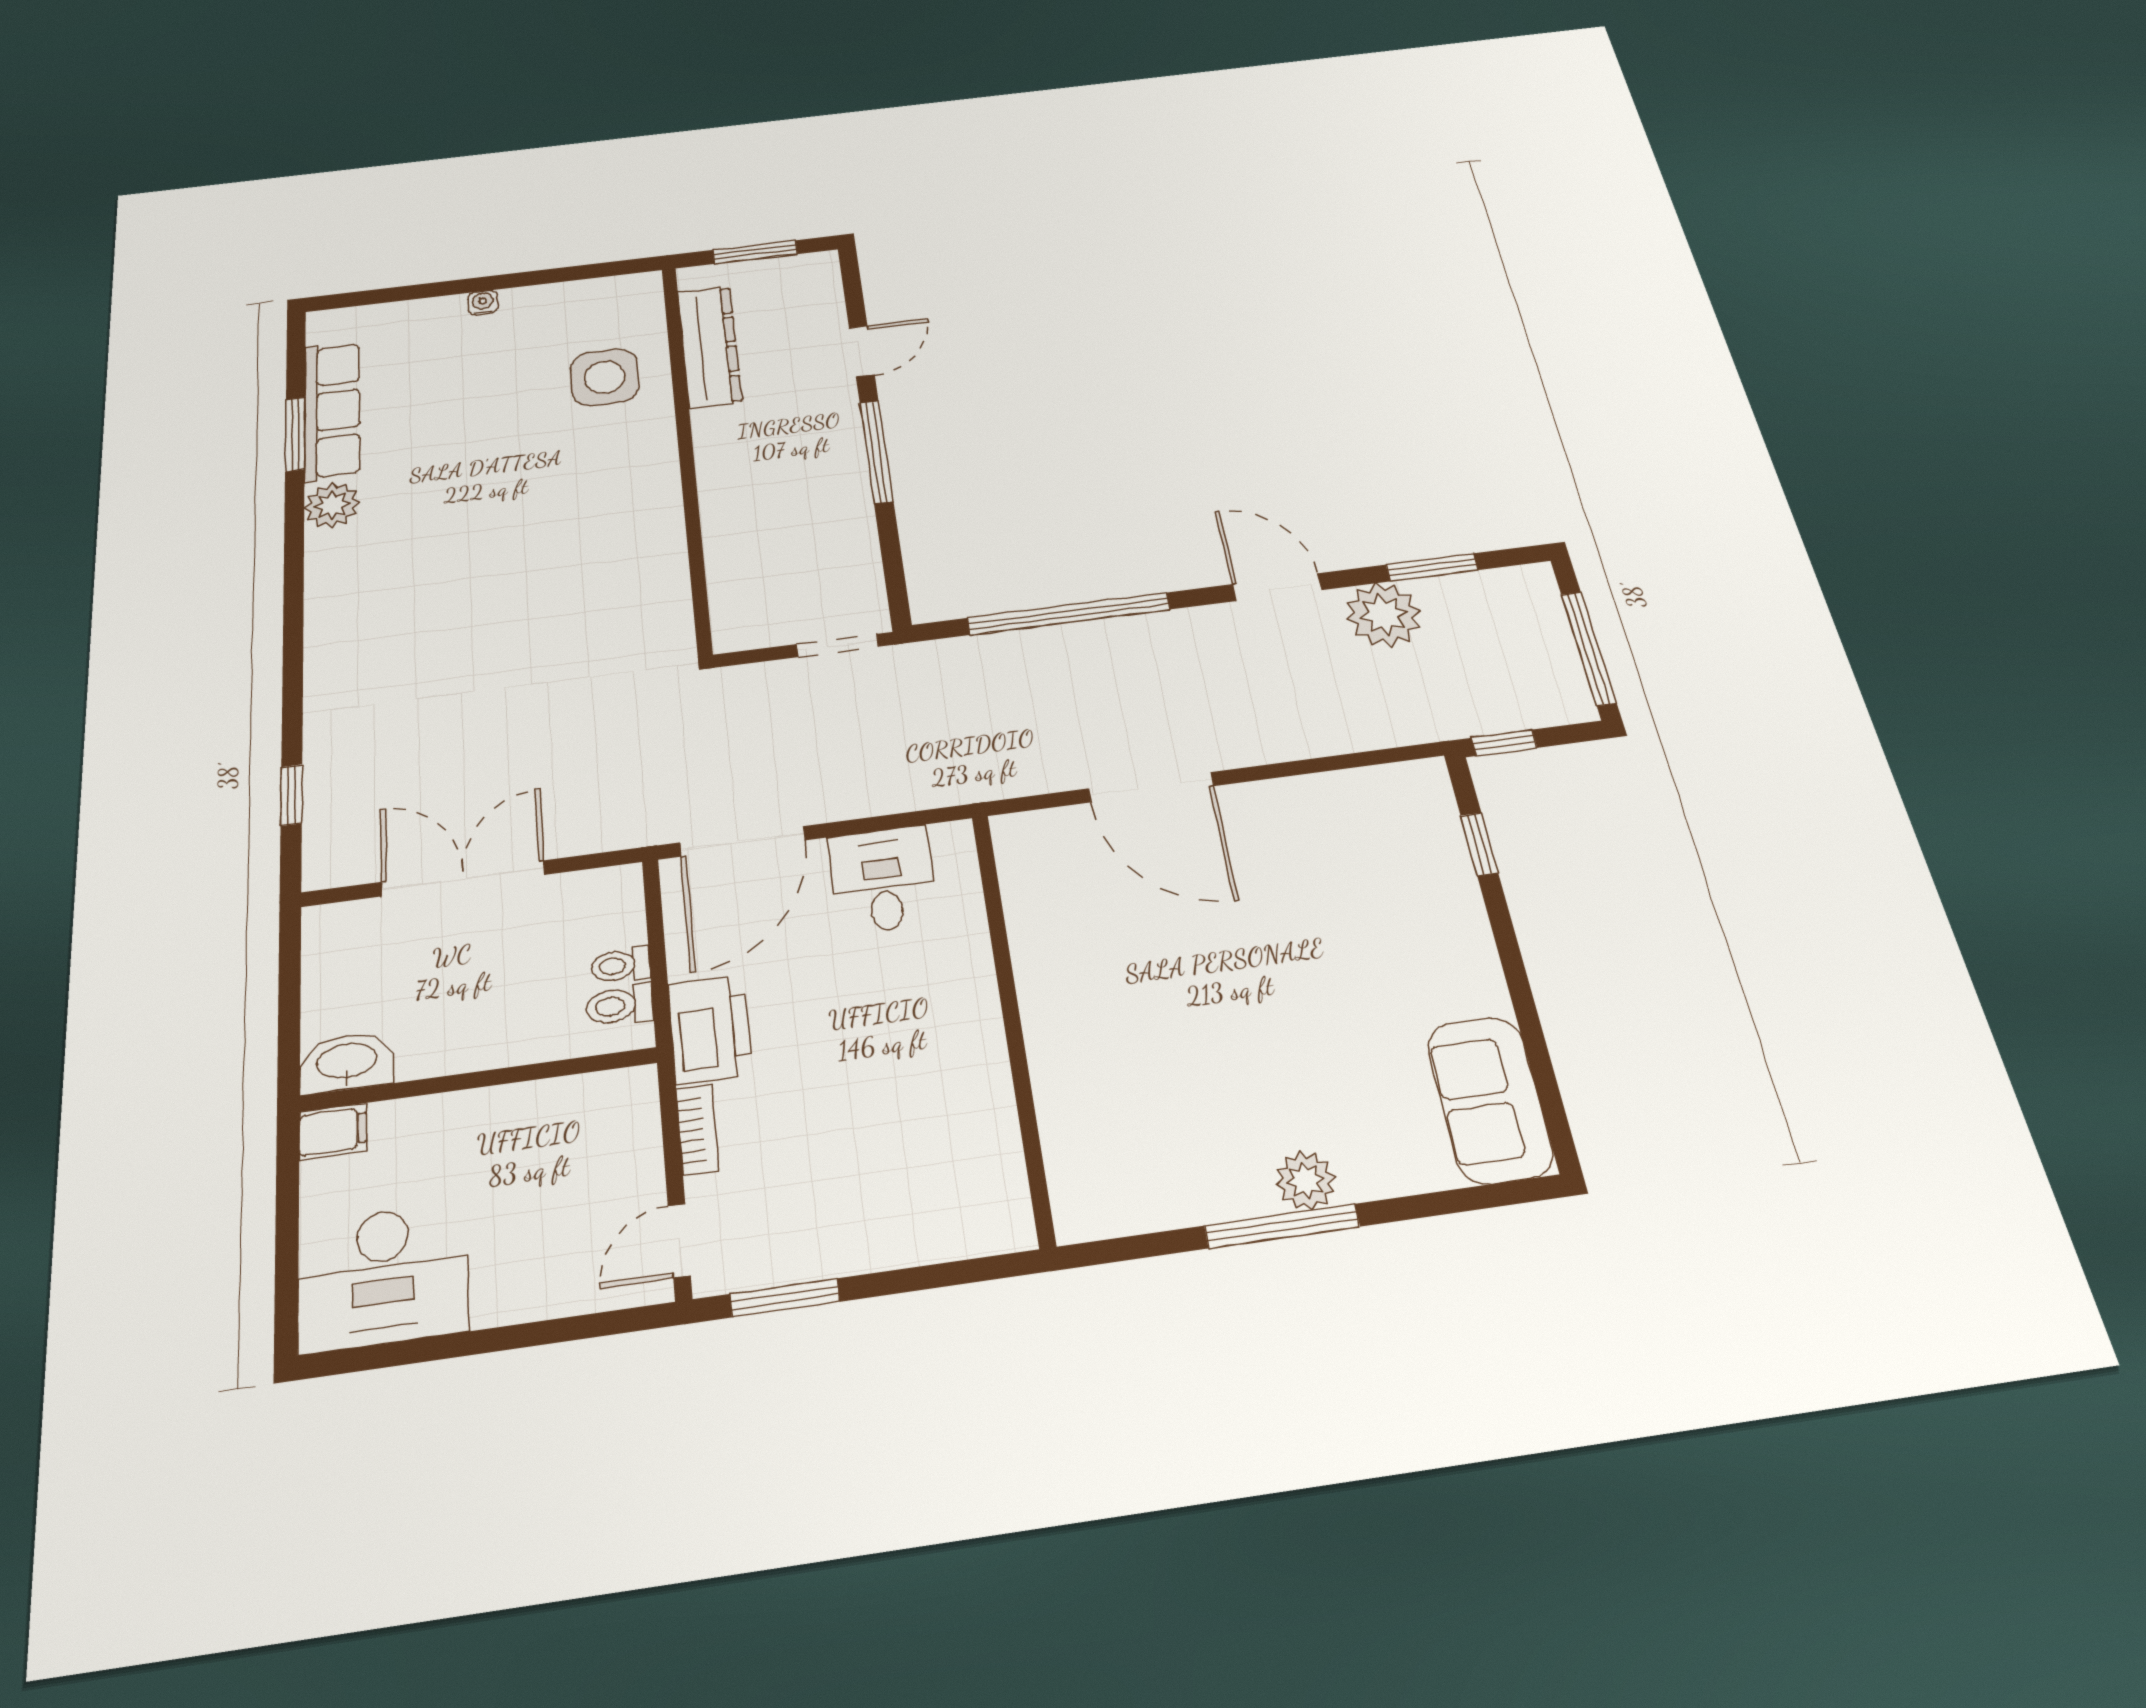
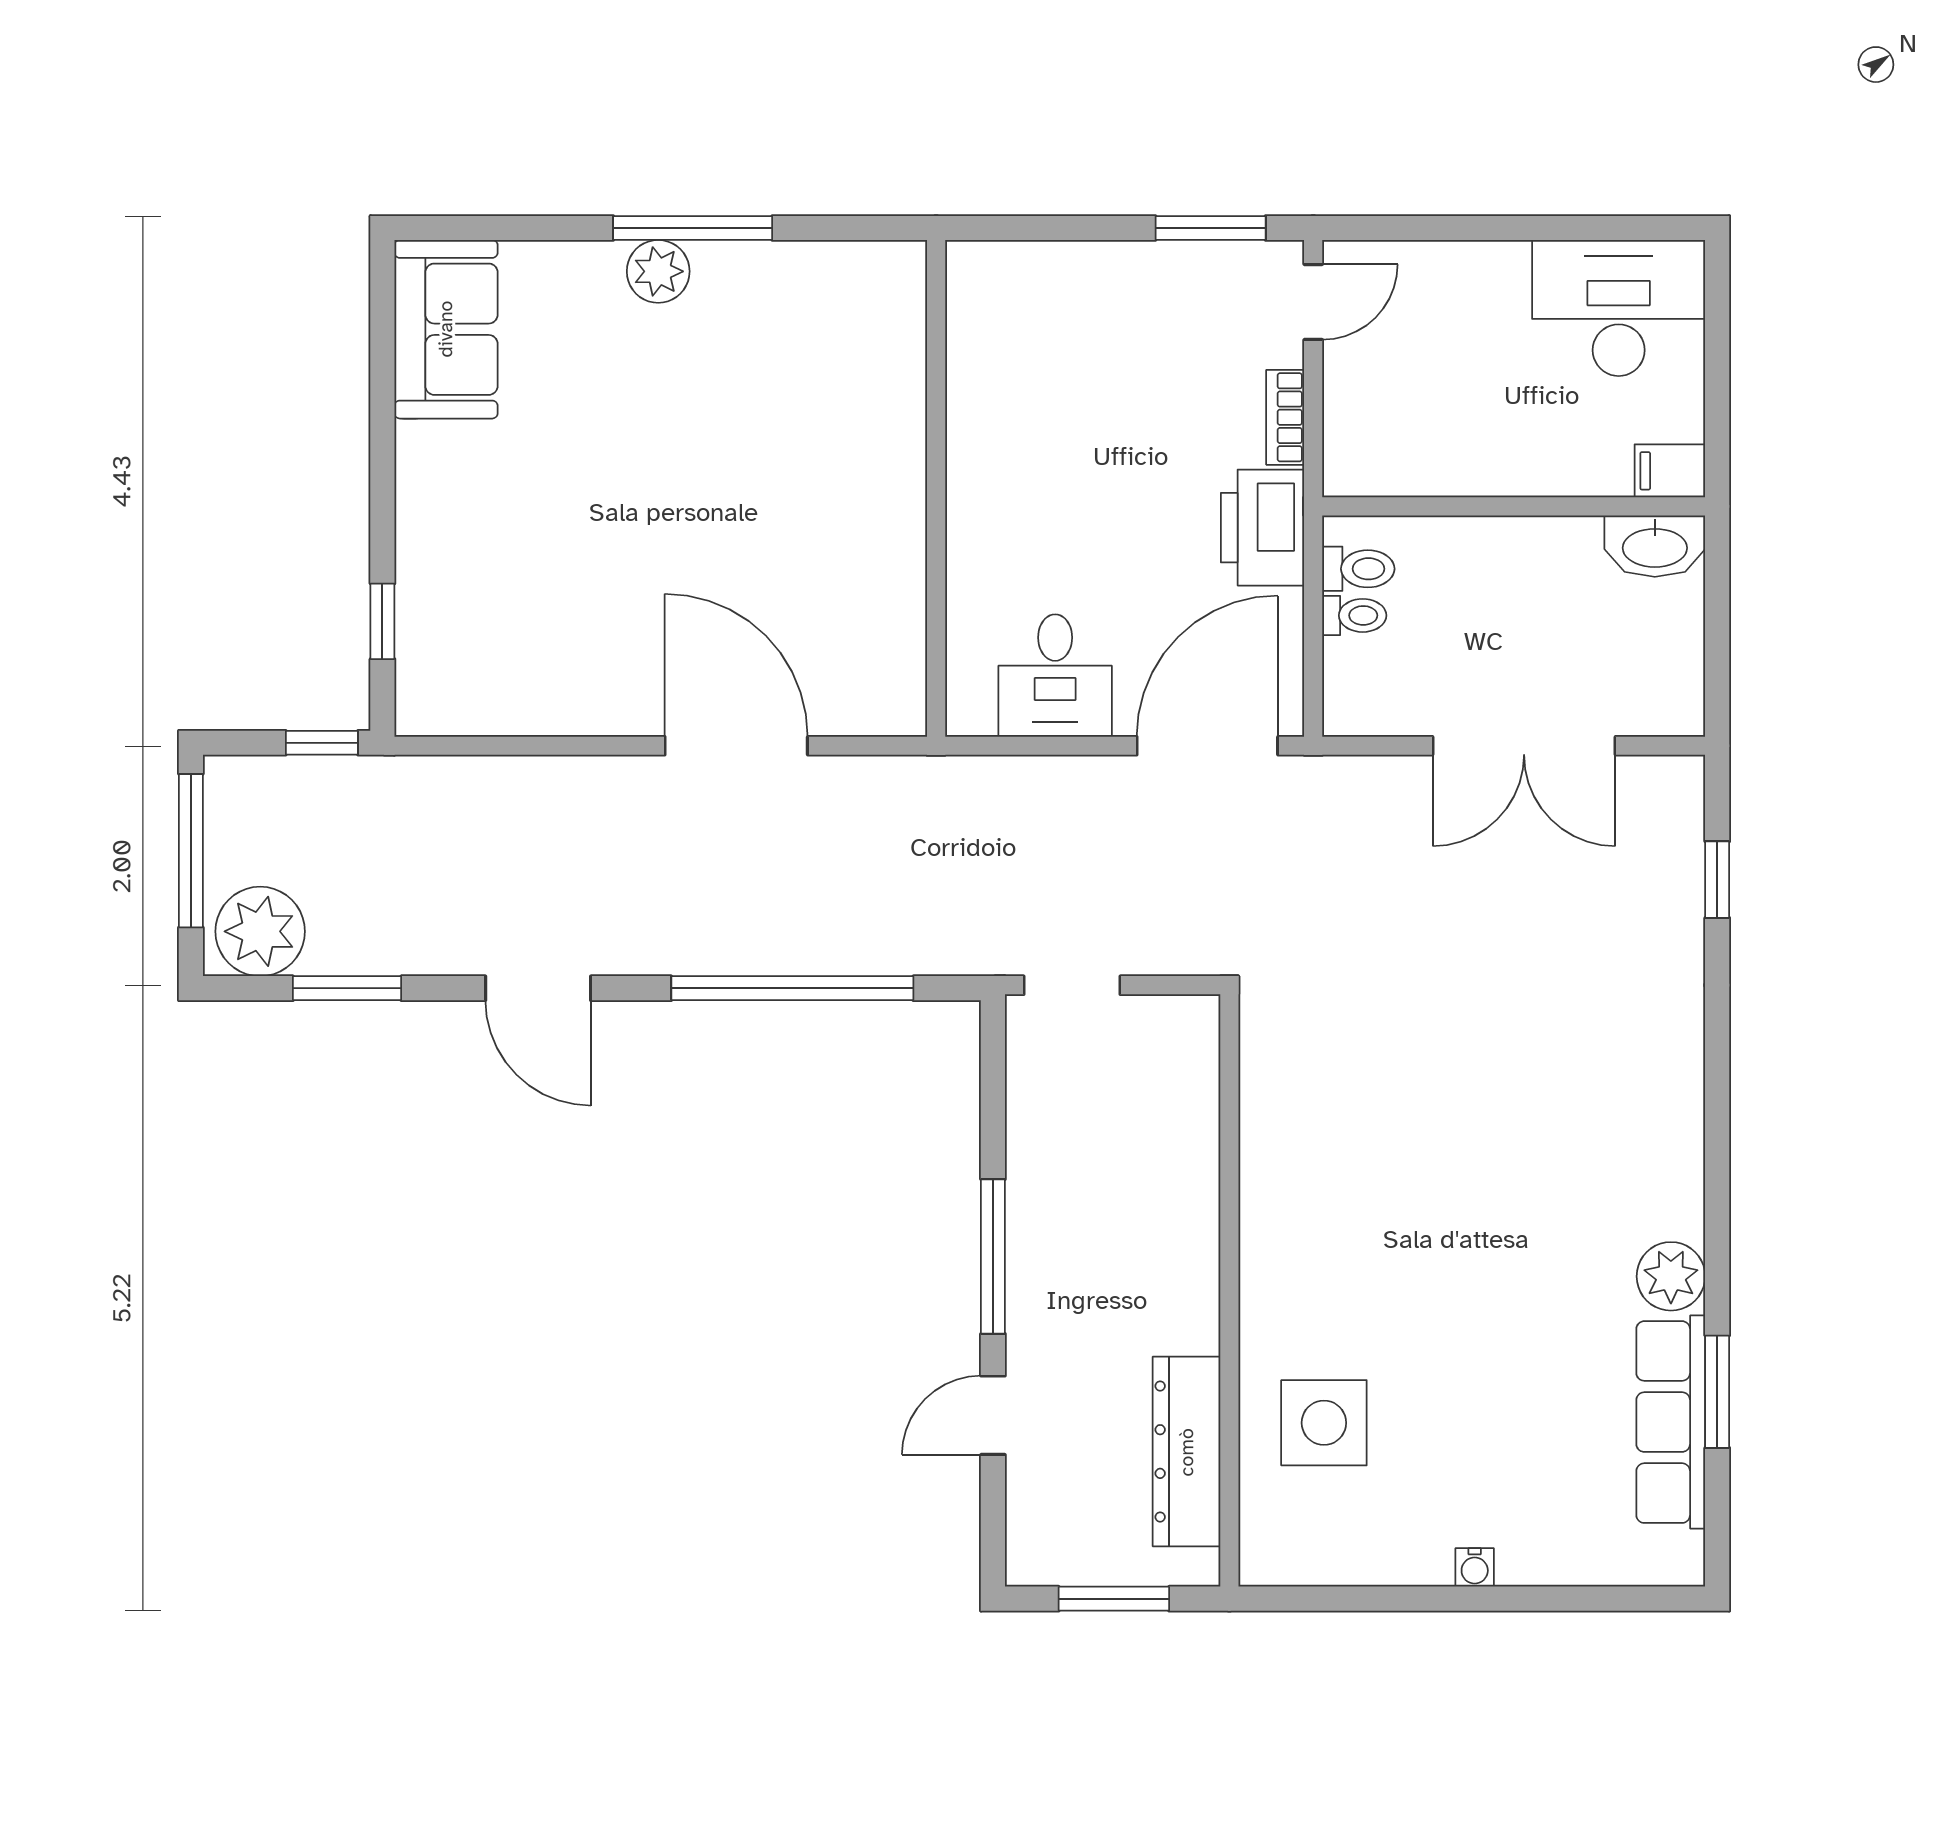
plant: (1383, 615) -> (260, 931), moved

